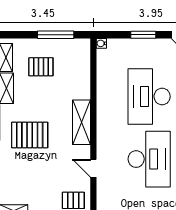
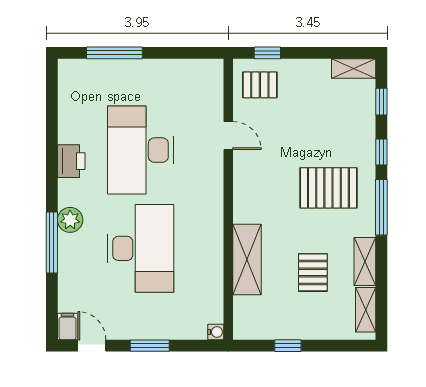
window: (56, 35) -> (288, 346), width x0.46
pallet: (41, 67) -> (313, 272), moved, turned 90
shelving: (82, 122) -> (247, 260), moved

